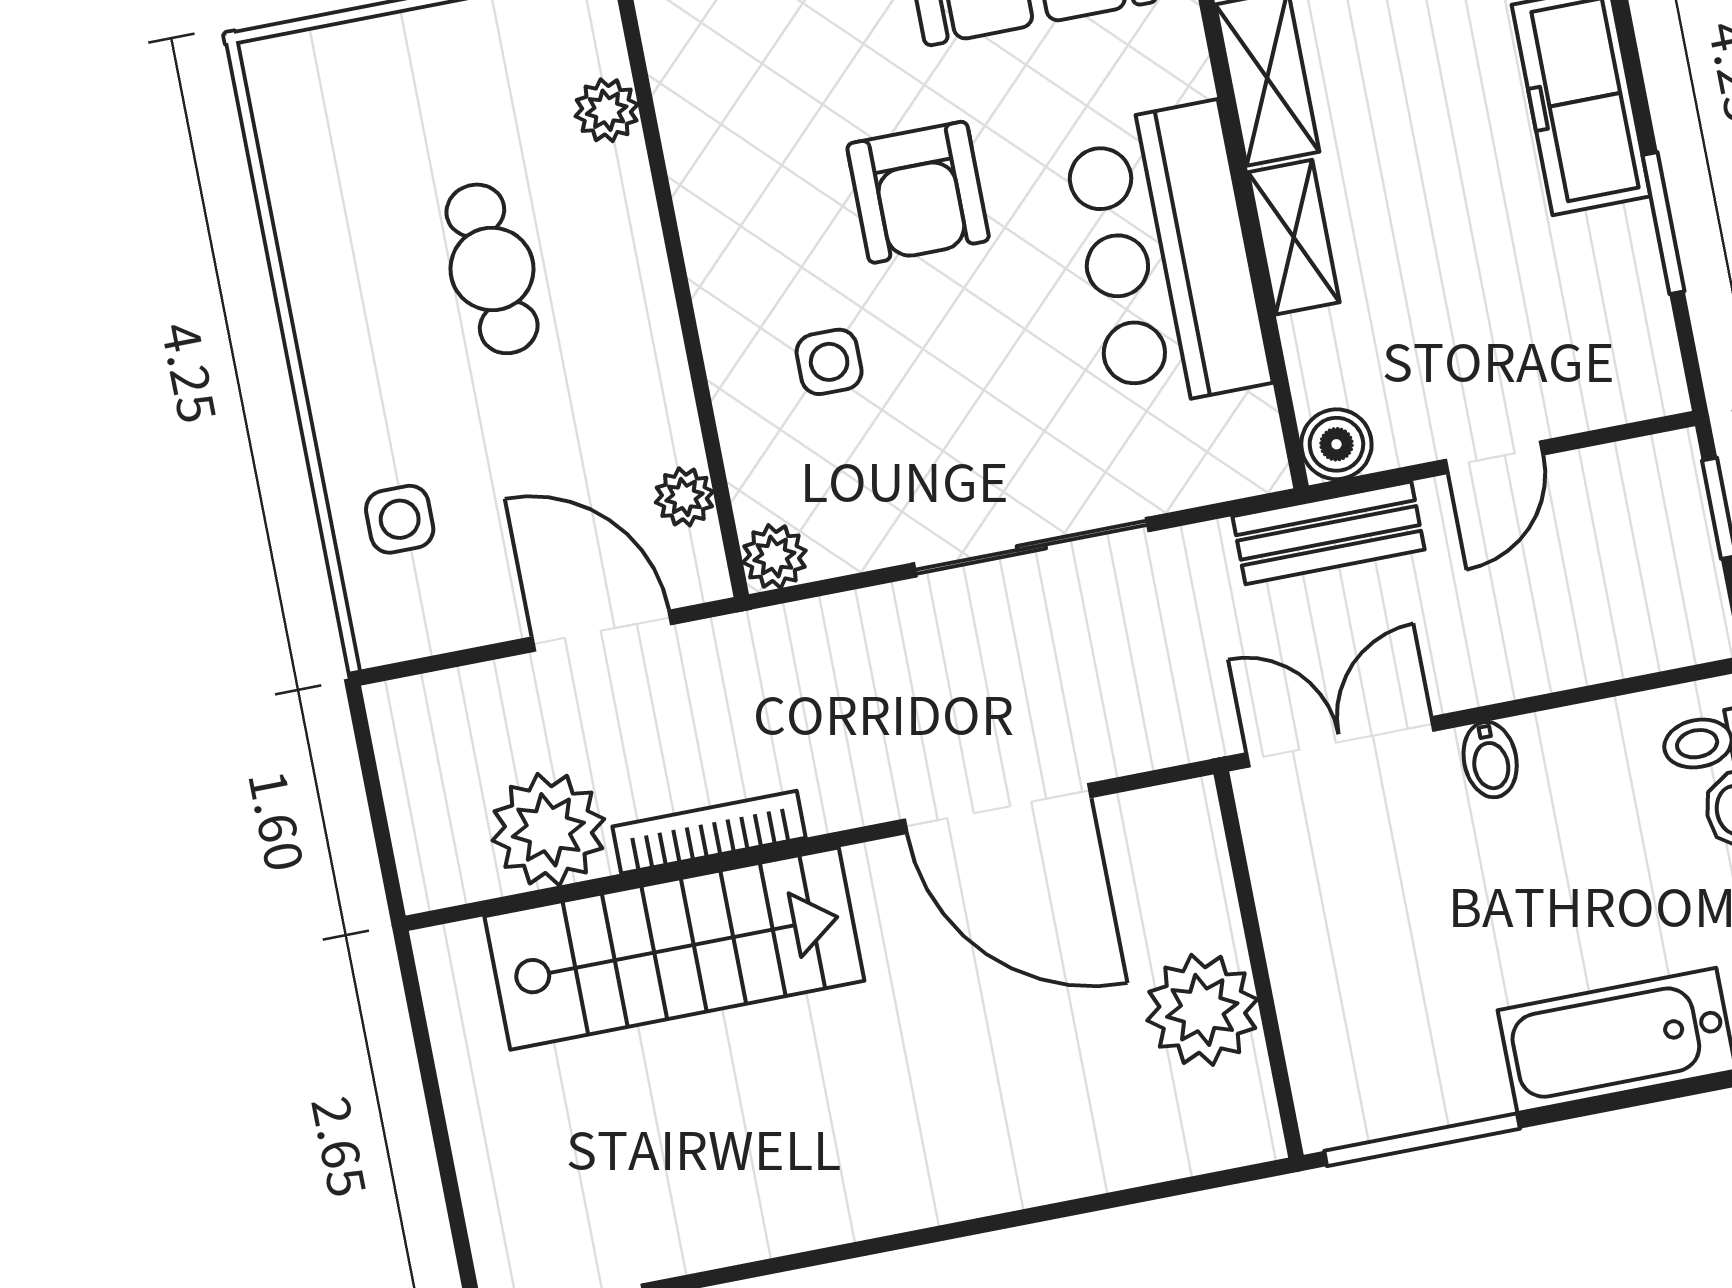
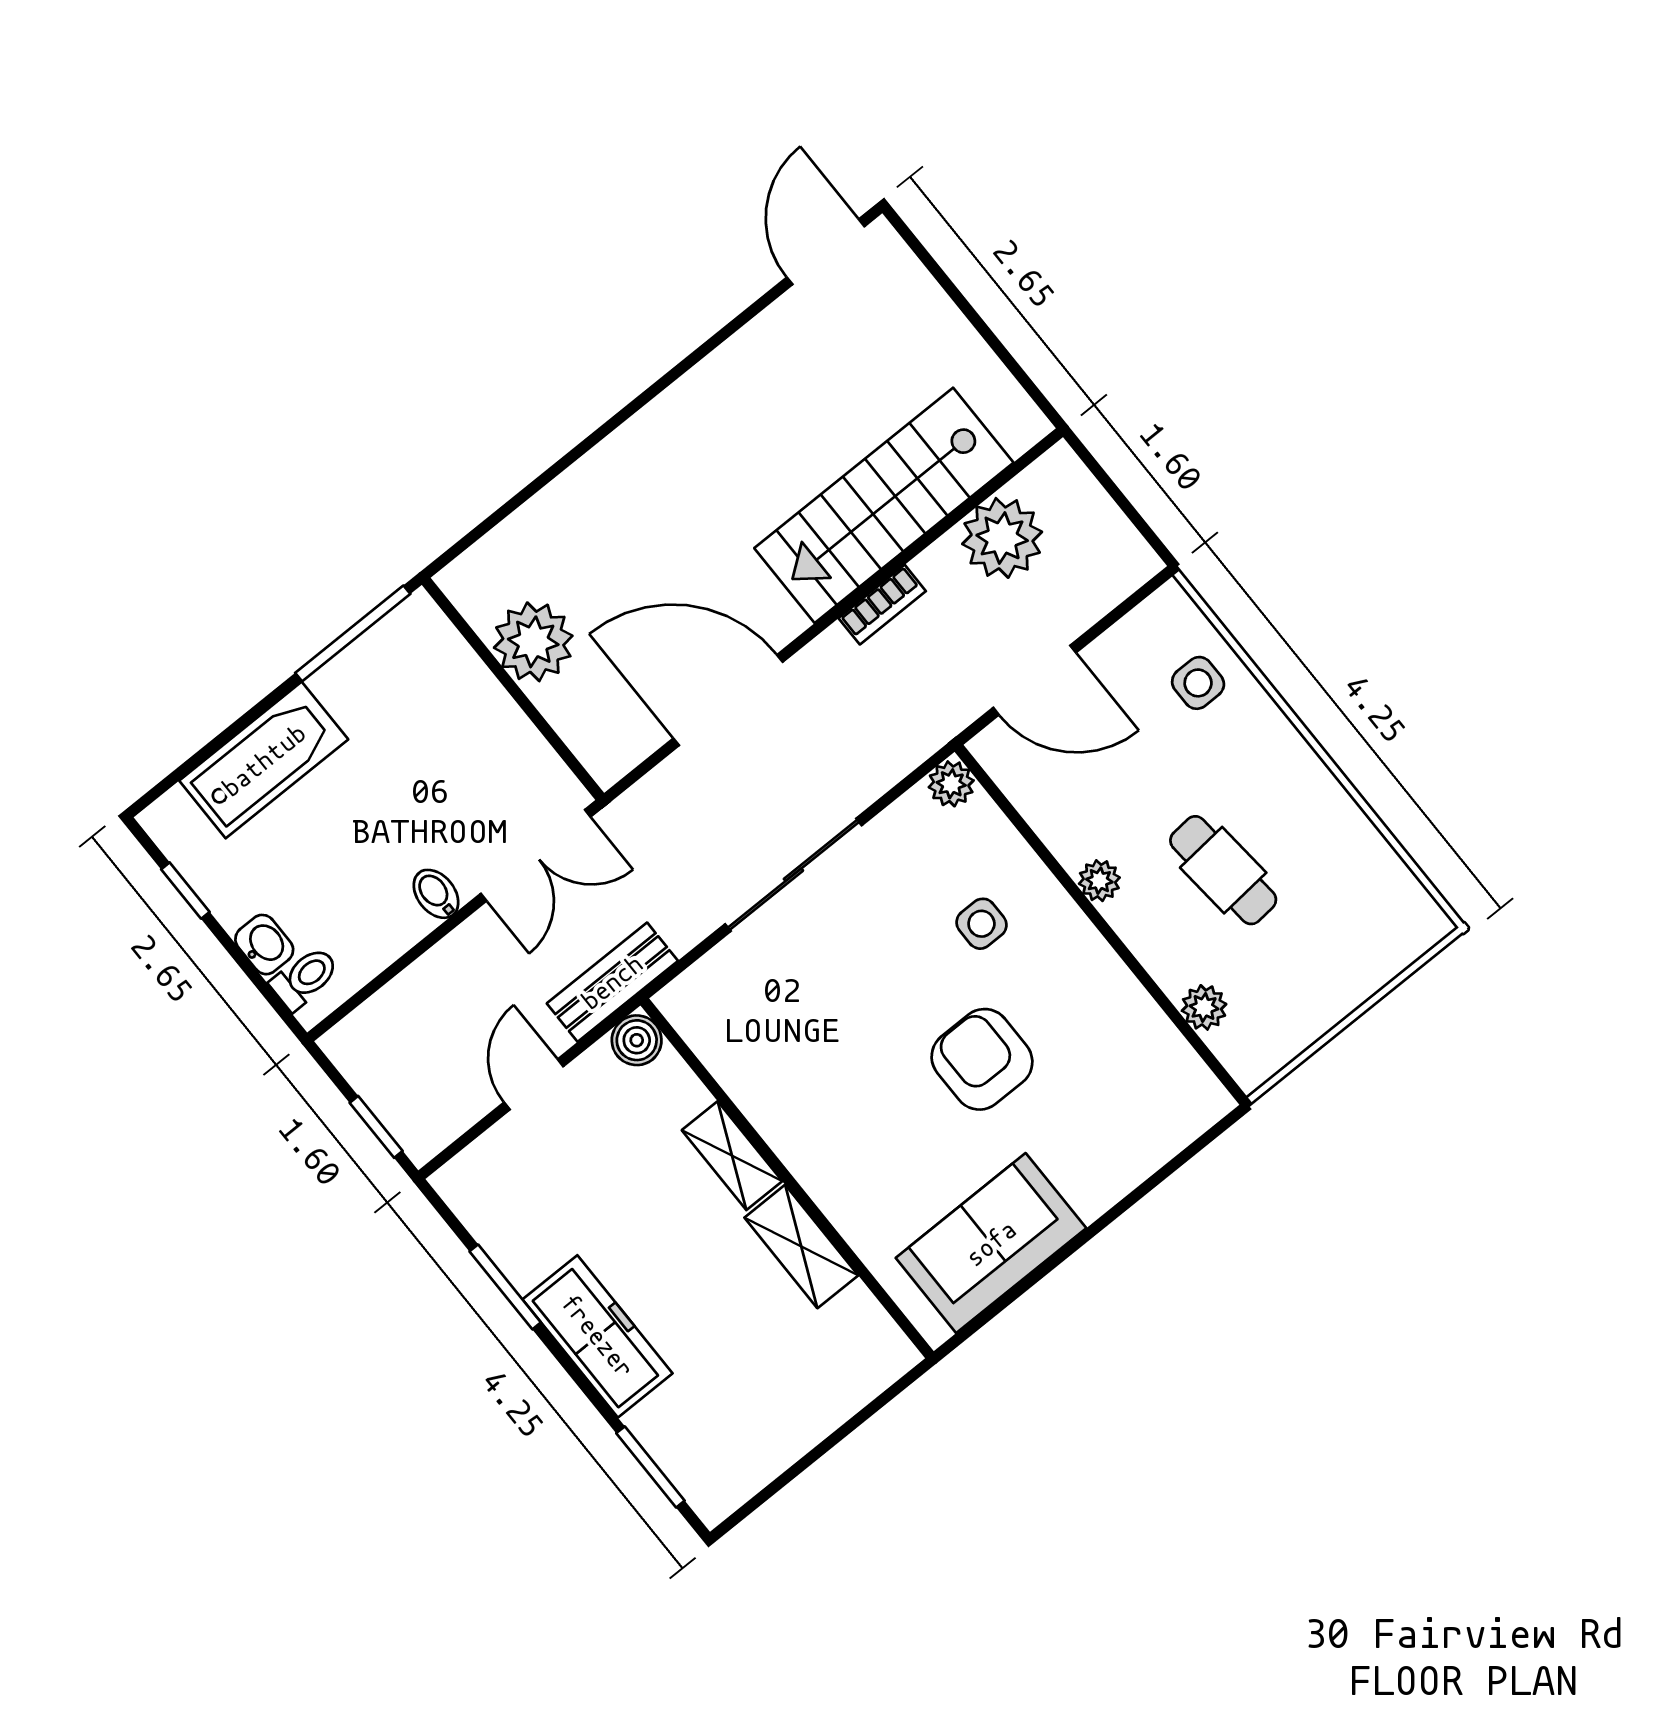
bar counter: (1166, 256) -> (805, 1102), removed
plant: (684, 497) -> (1099, 881), moved
bookcase: (709, 832) -> (882, 605), width x0.64

